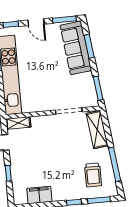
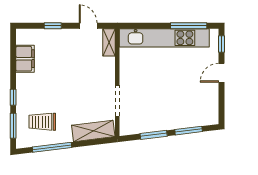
window: (64, 20) -> (222, 105), removed
sofa: (76, 48) -> (188, 115), removed
window: (98, 88) -> (154, 135), moved

